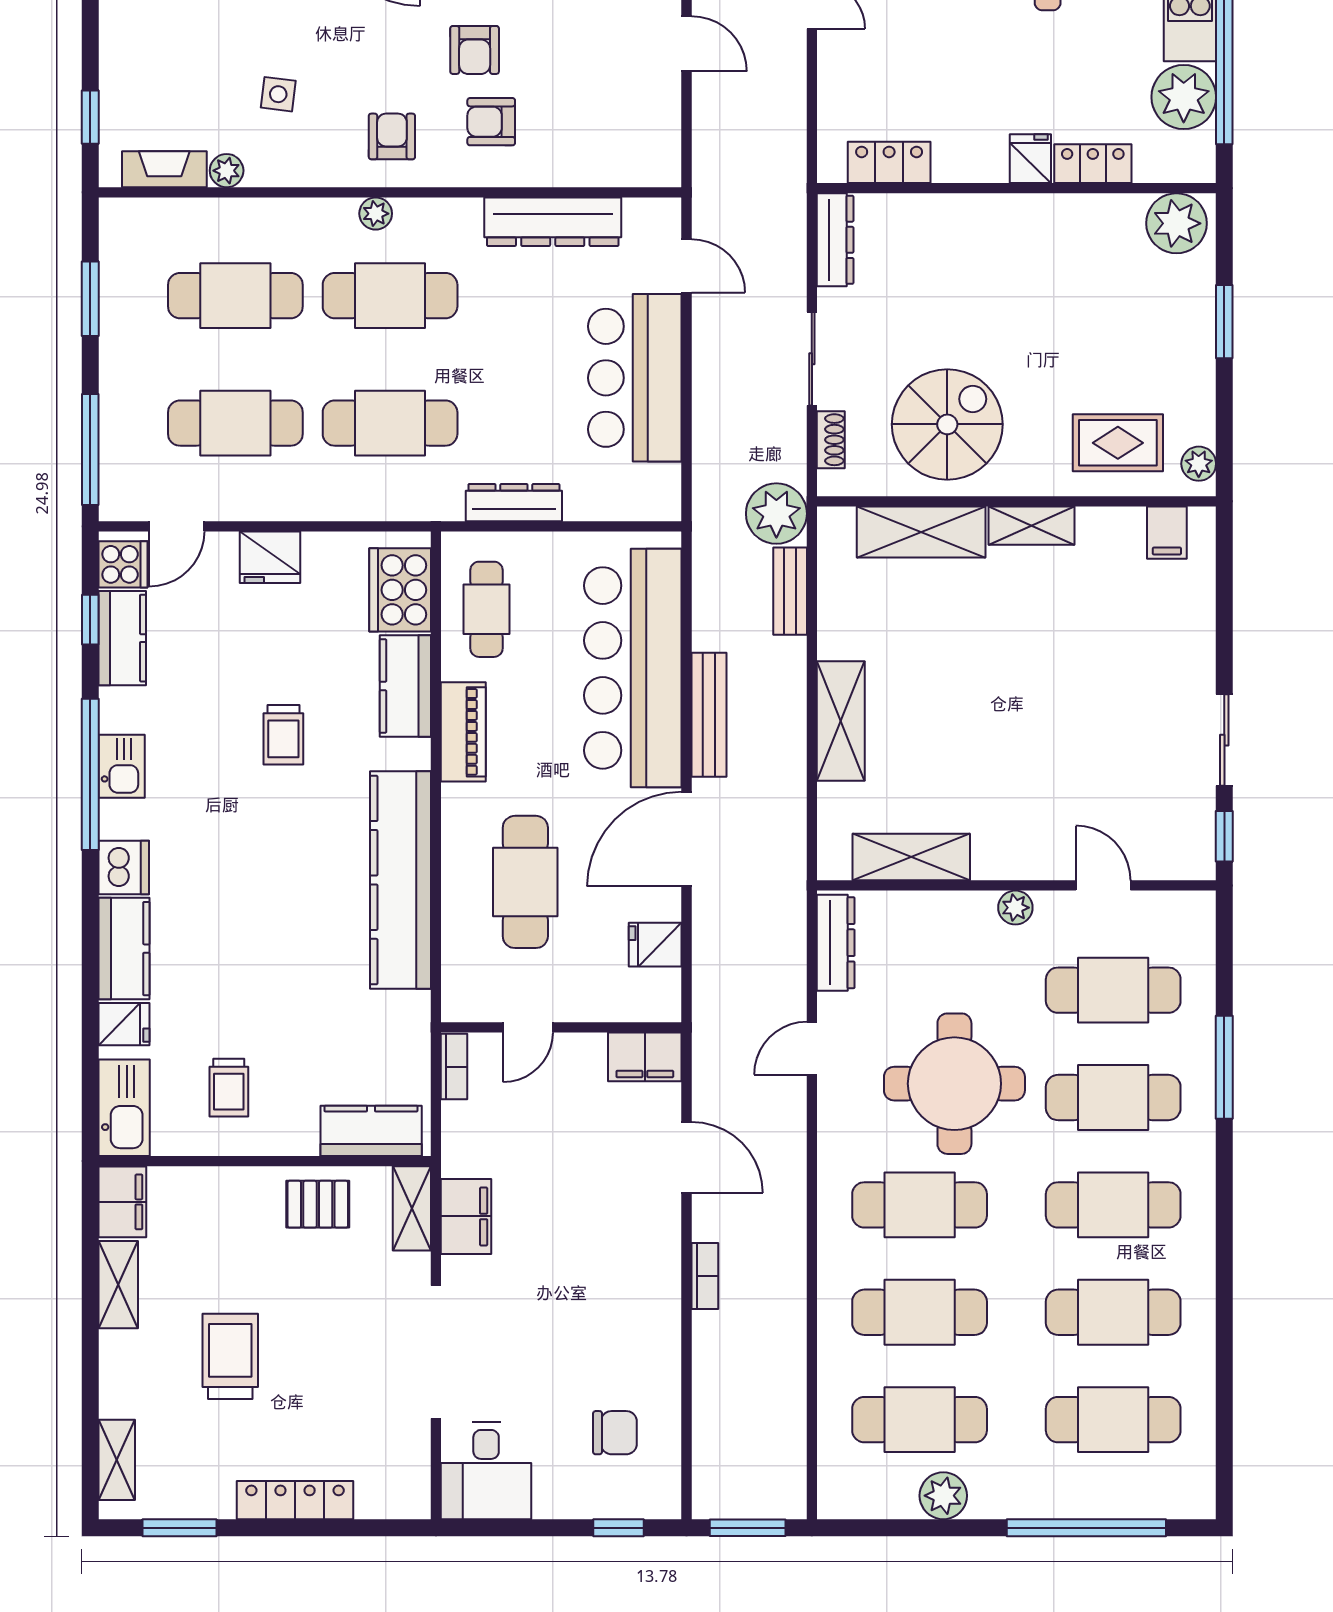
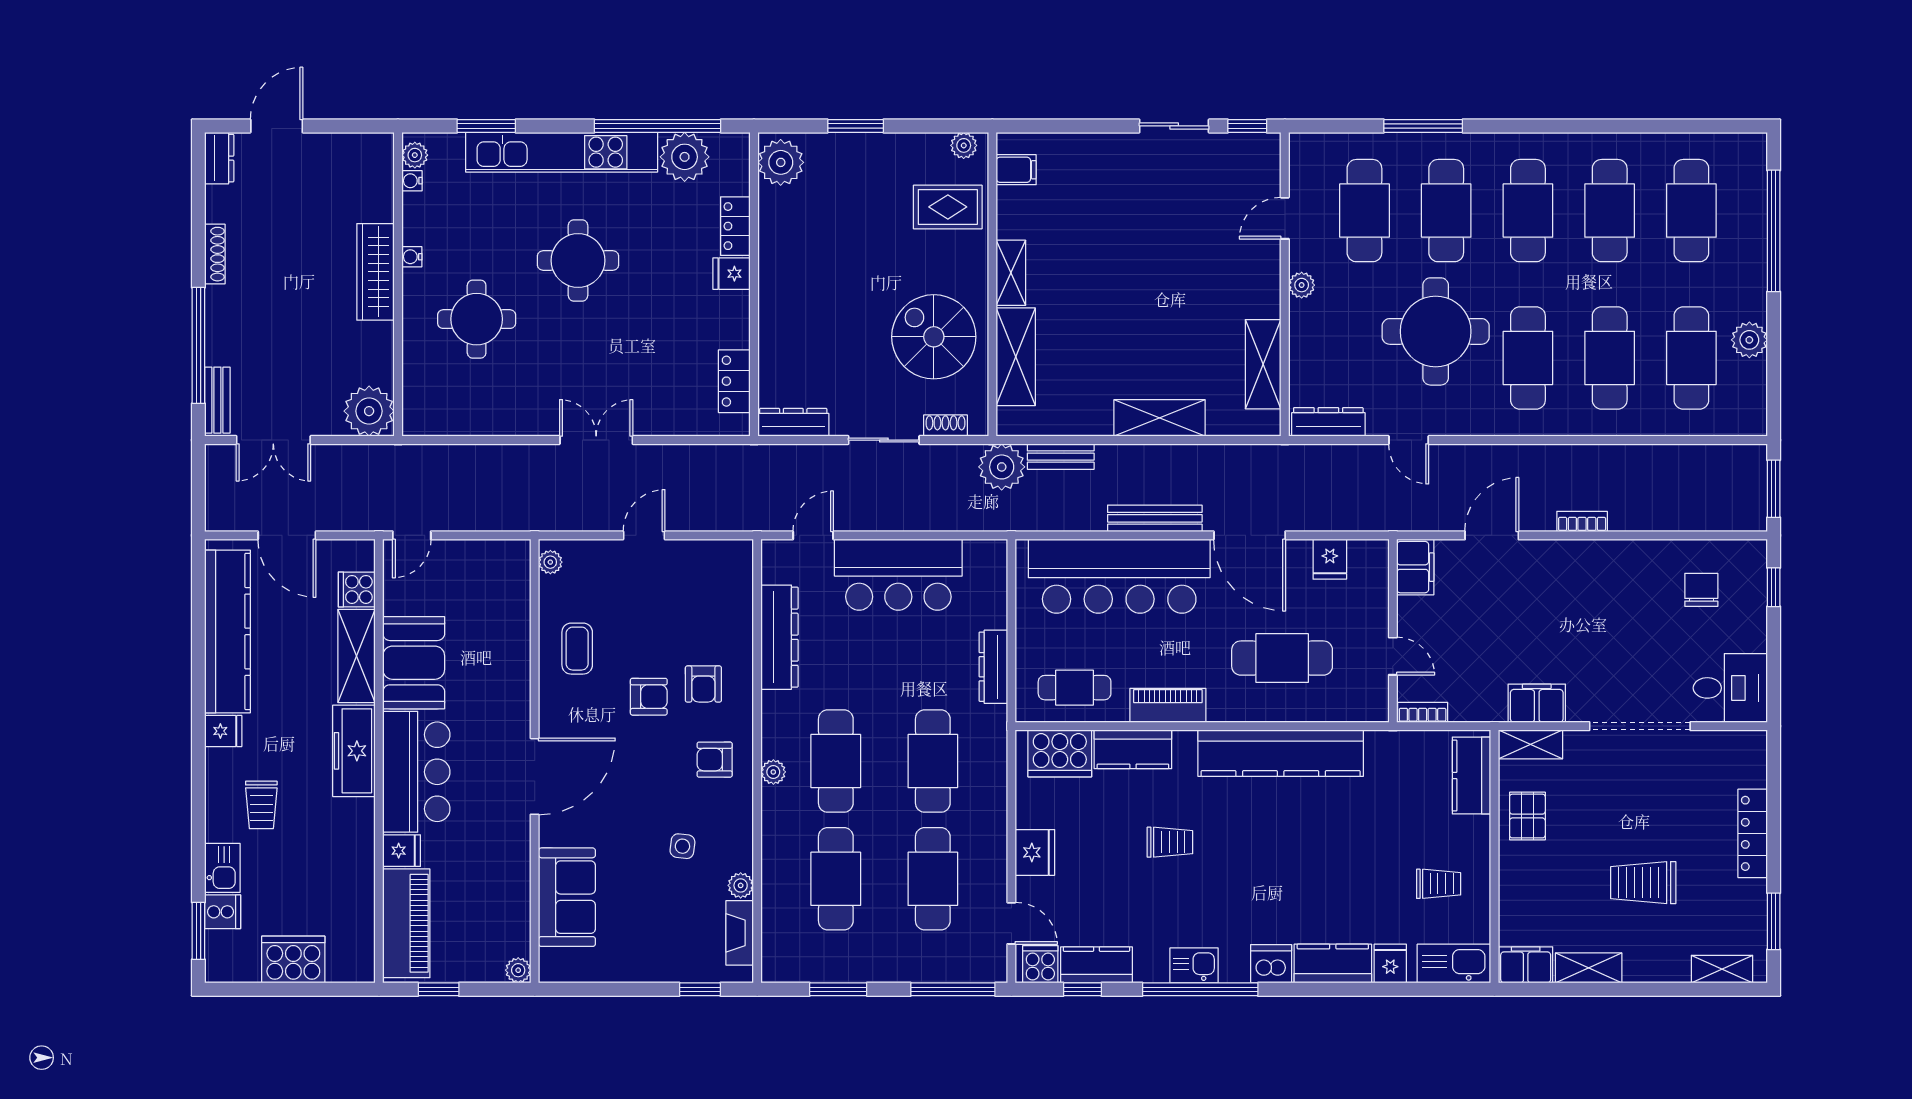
rug: (1118, 443) -> (948, 207), turned 90

